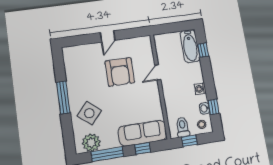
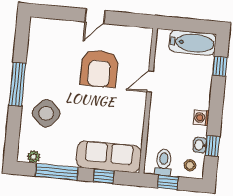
bathtub: (190, 46) -> (192, 43), moved, turned -90
plant: (91, 143) -> (34, 157), width x0.53, depth x0.53

